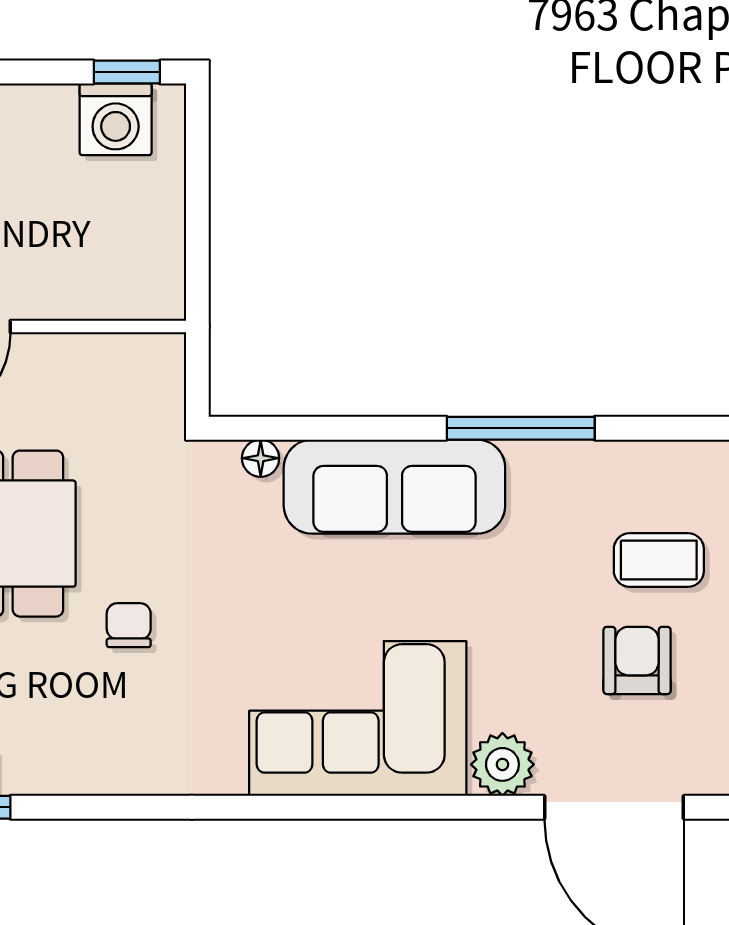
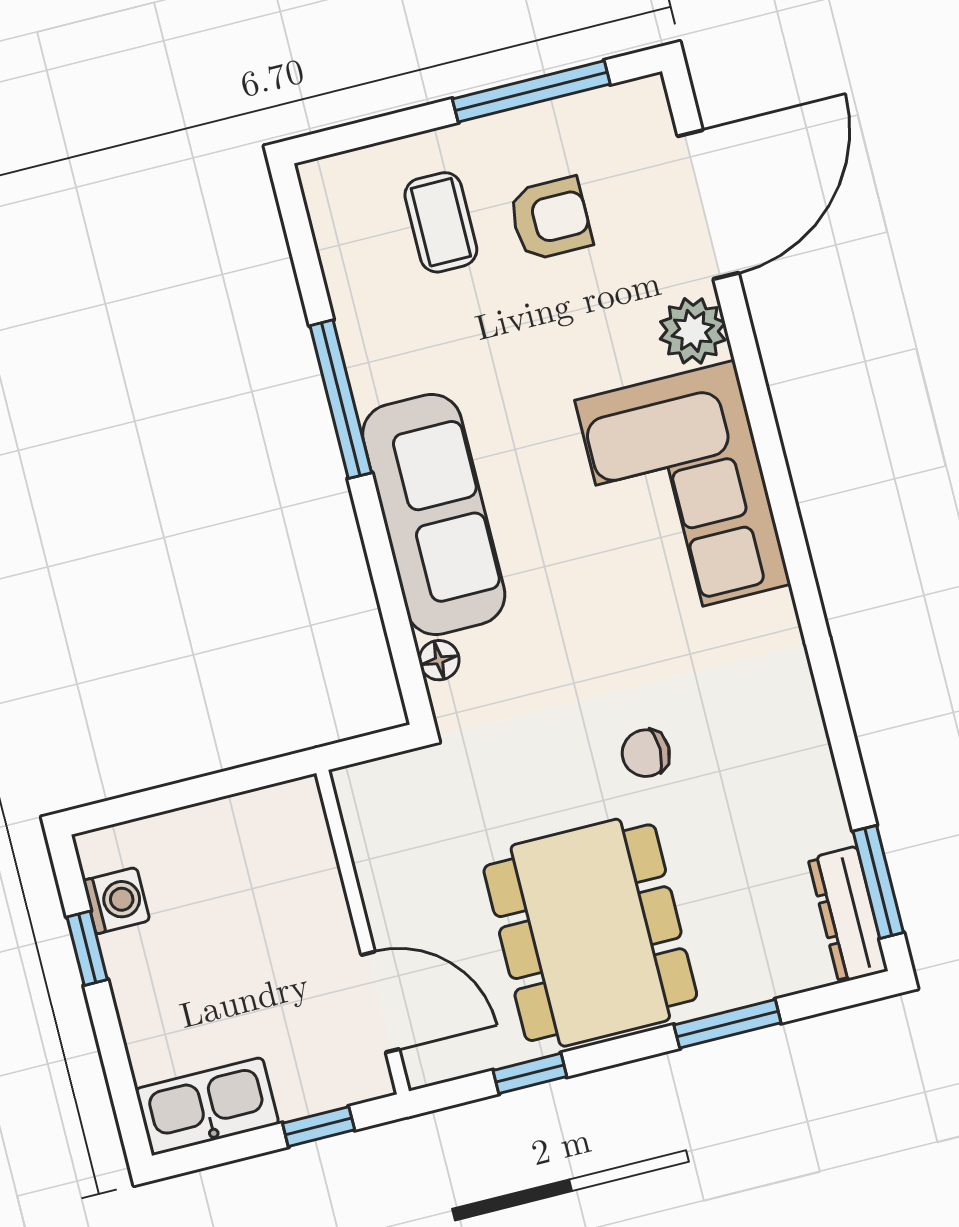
window: (127, 72) -> (87, 948), moved
washing machine: (116, 119) -> (116, 901), width x0.73, depth x0.73
armchair: (637, 660) -> (550, 219), turned 180

